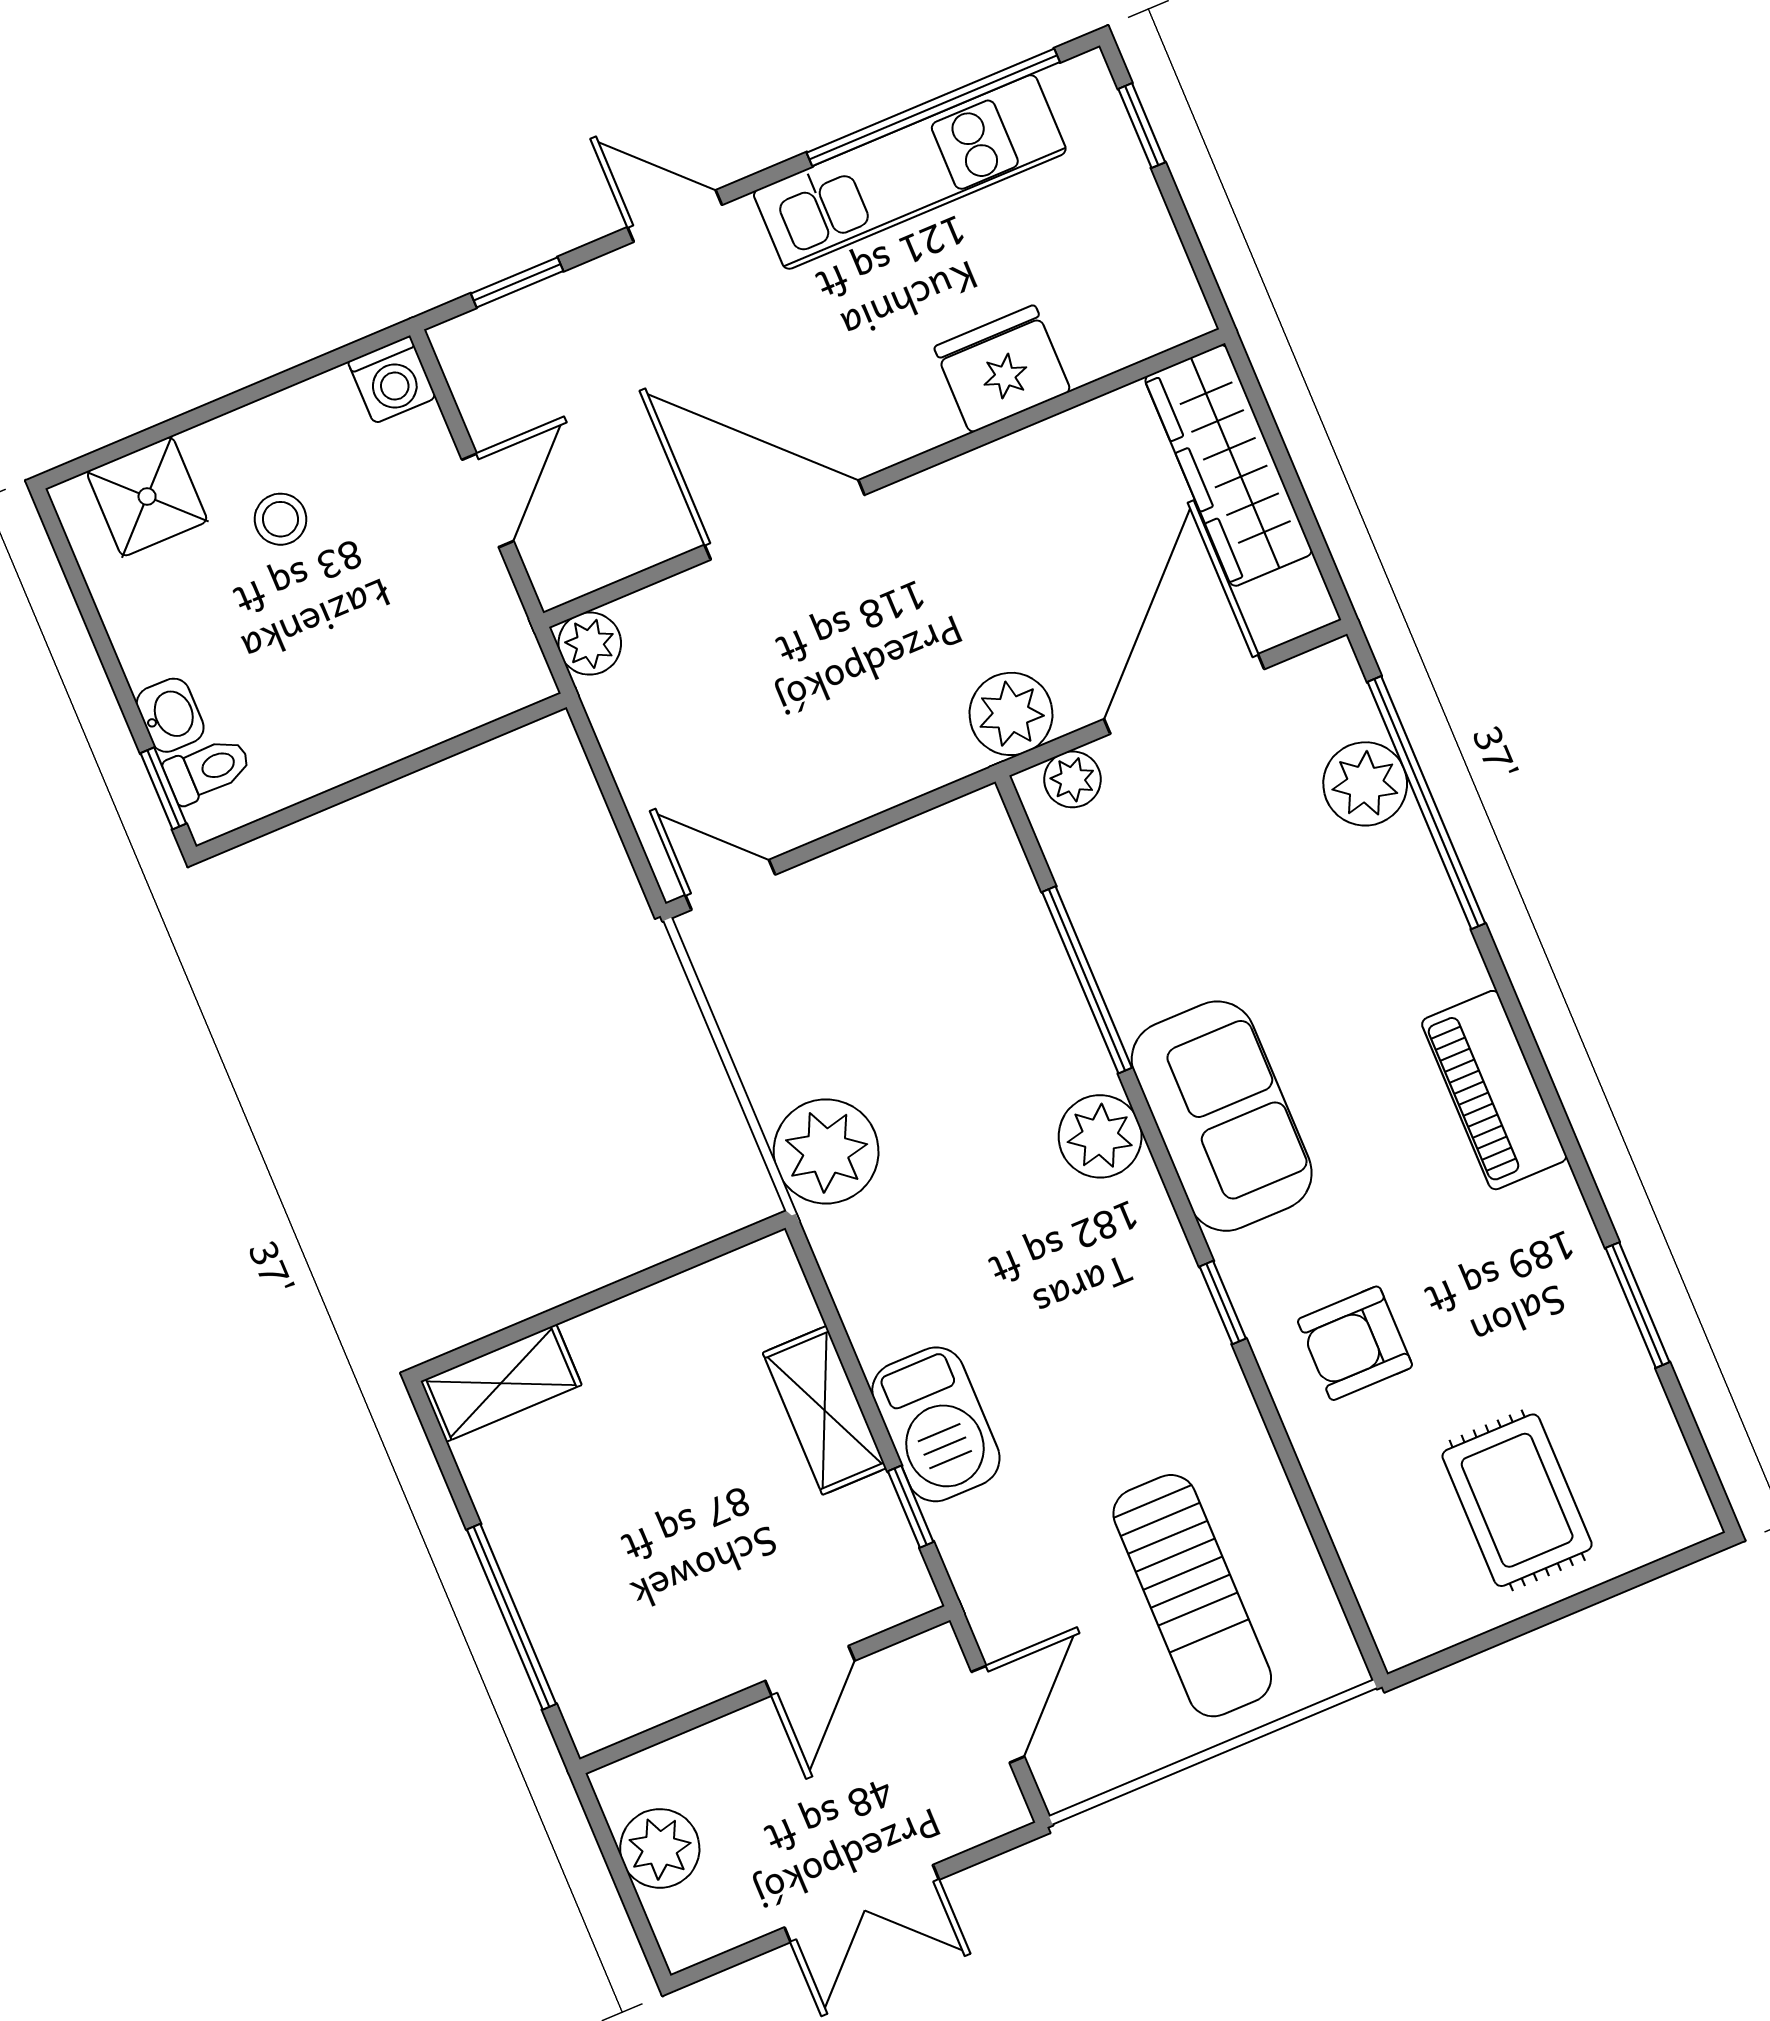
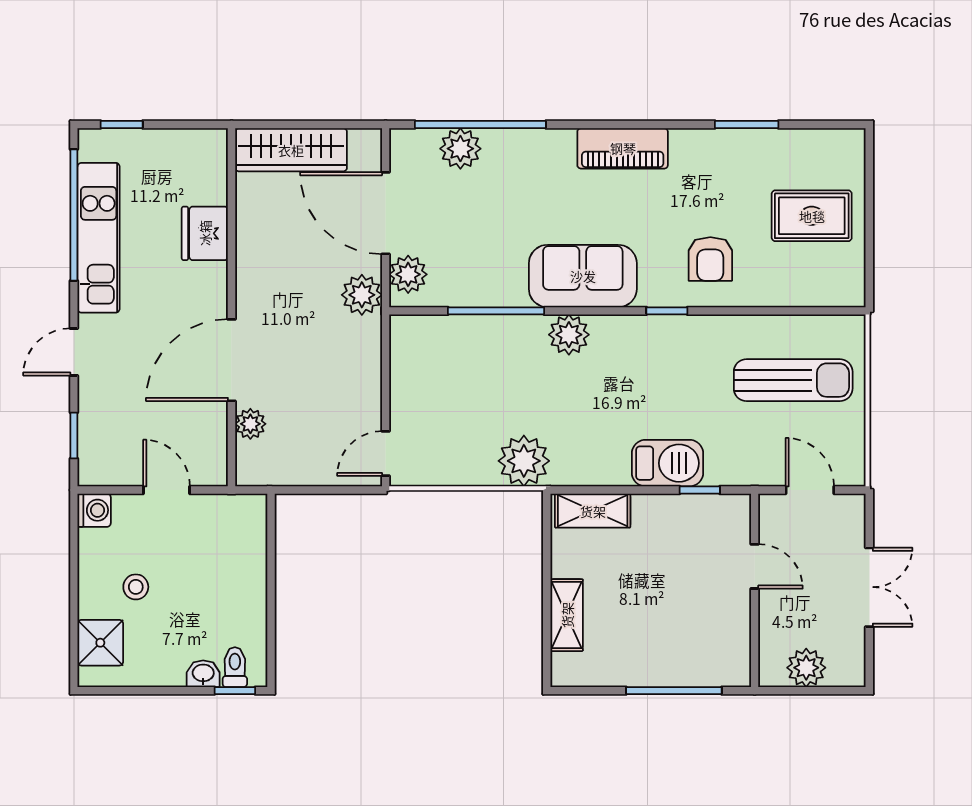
plant: (590, 644) -> (250, 424), moved
plant: (1072, 779) -> (408, 274), width x1.38, depth x1.38
shelving: (501, 1383) -> (567, 615), moved
shelving: (825, 1410) -> (593, 511), moved

